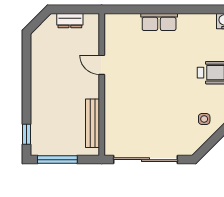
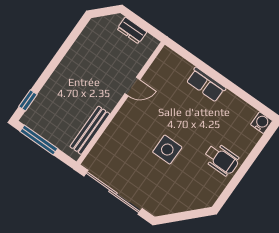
door: (102, 65) -> (132, 87), swing flipped
side table: (204, 119) -> (167, 150), moved, width x1.87, depth x1.87

